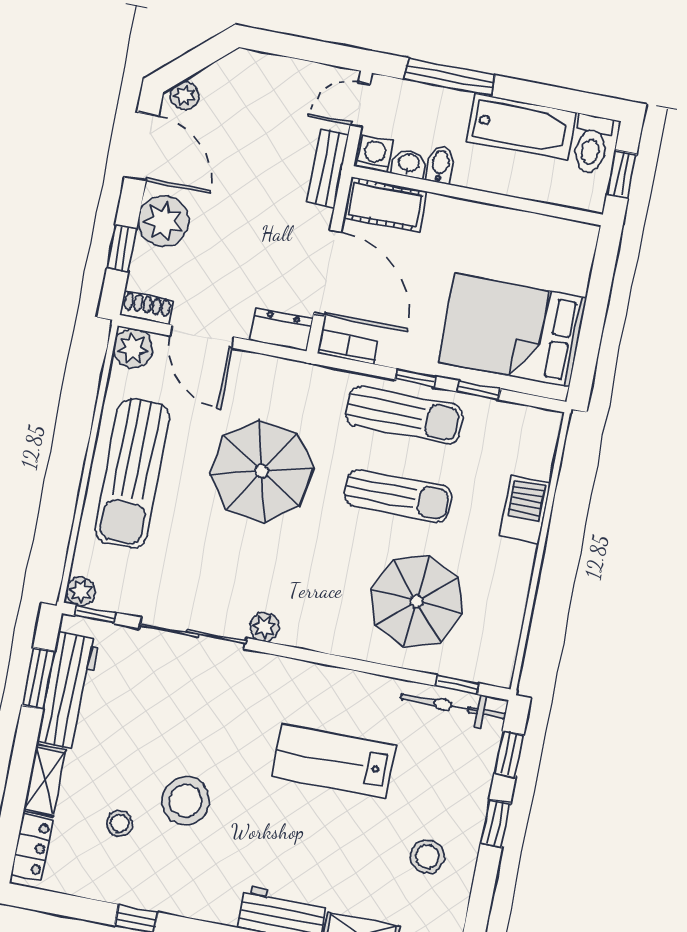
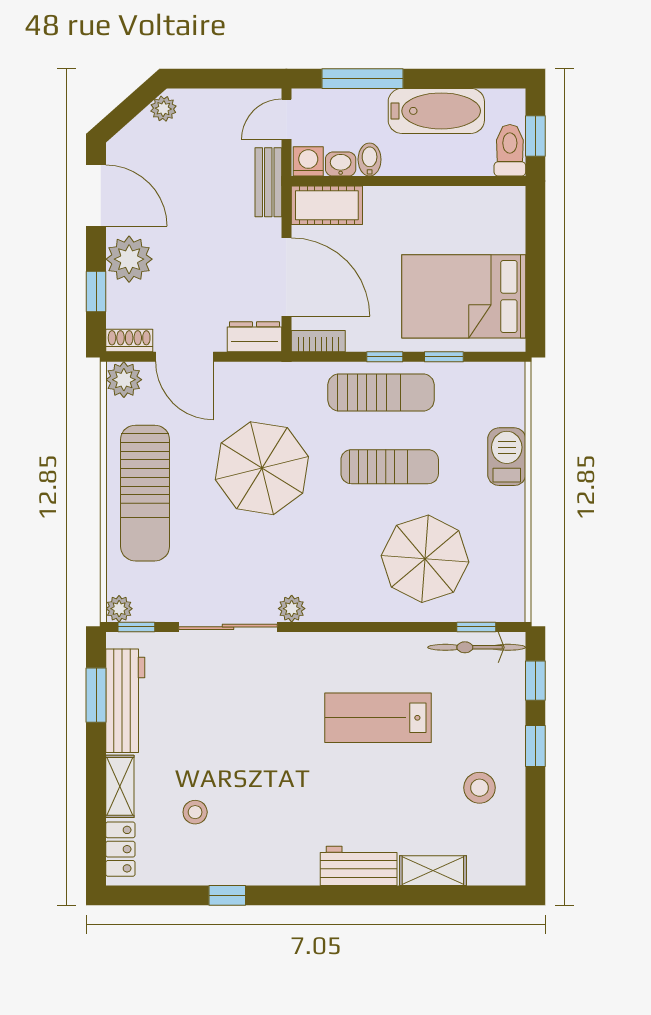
plant: (185, 96) -> (163, 109), moved
toilet: (591, 144) -> (510, 150), moved, turned 180
stool: (186, 801) -> (251, 780), removed

